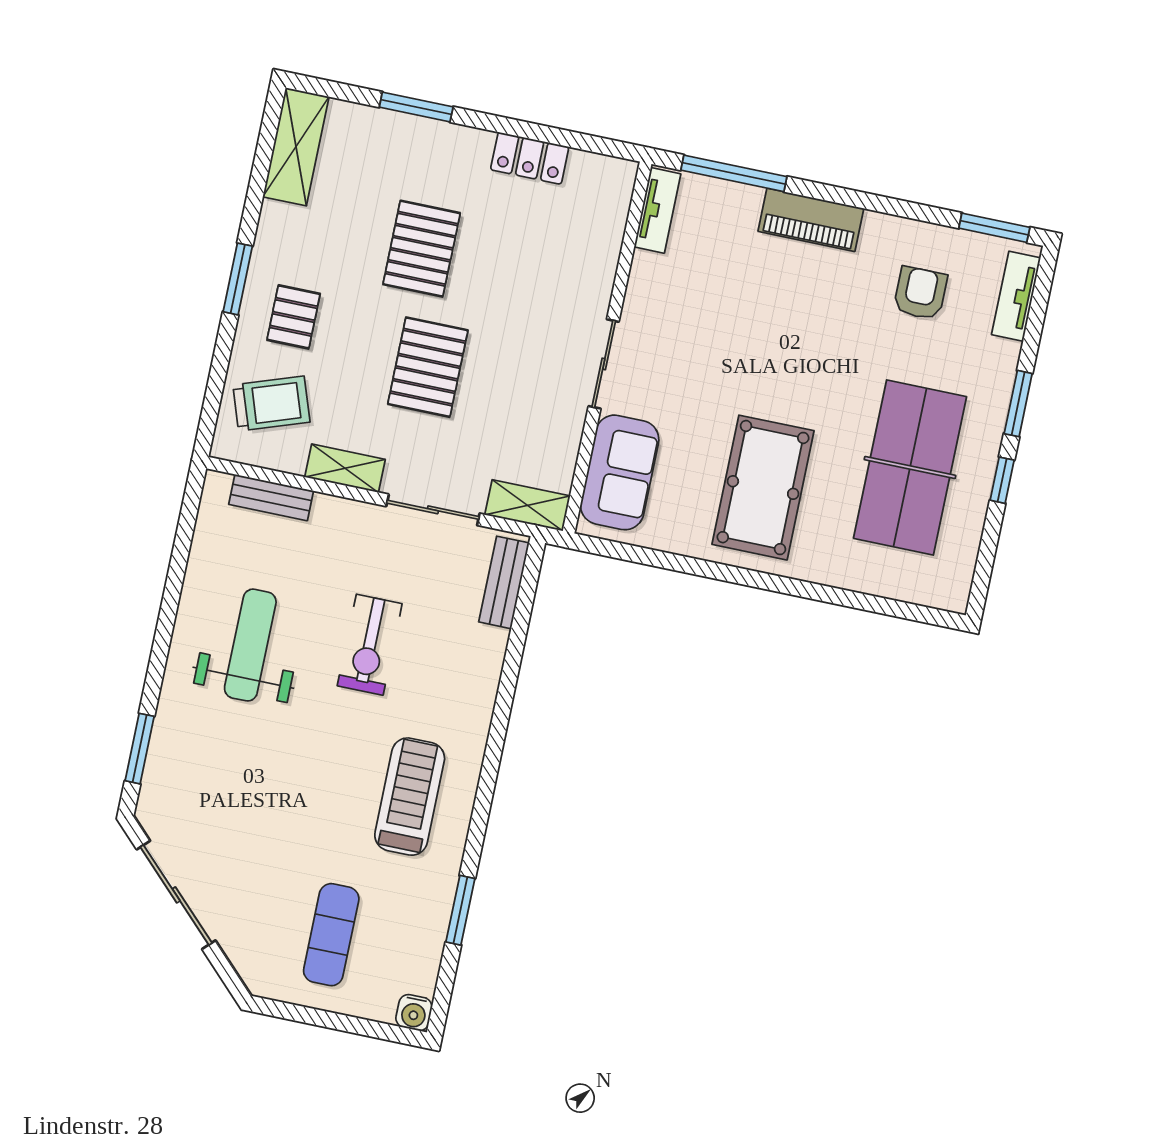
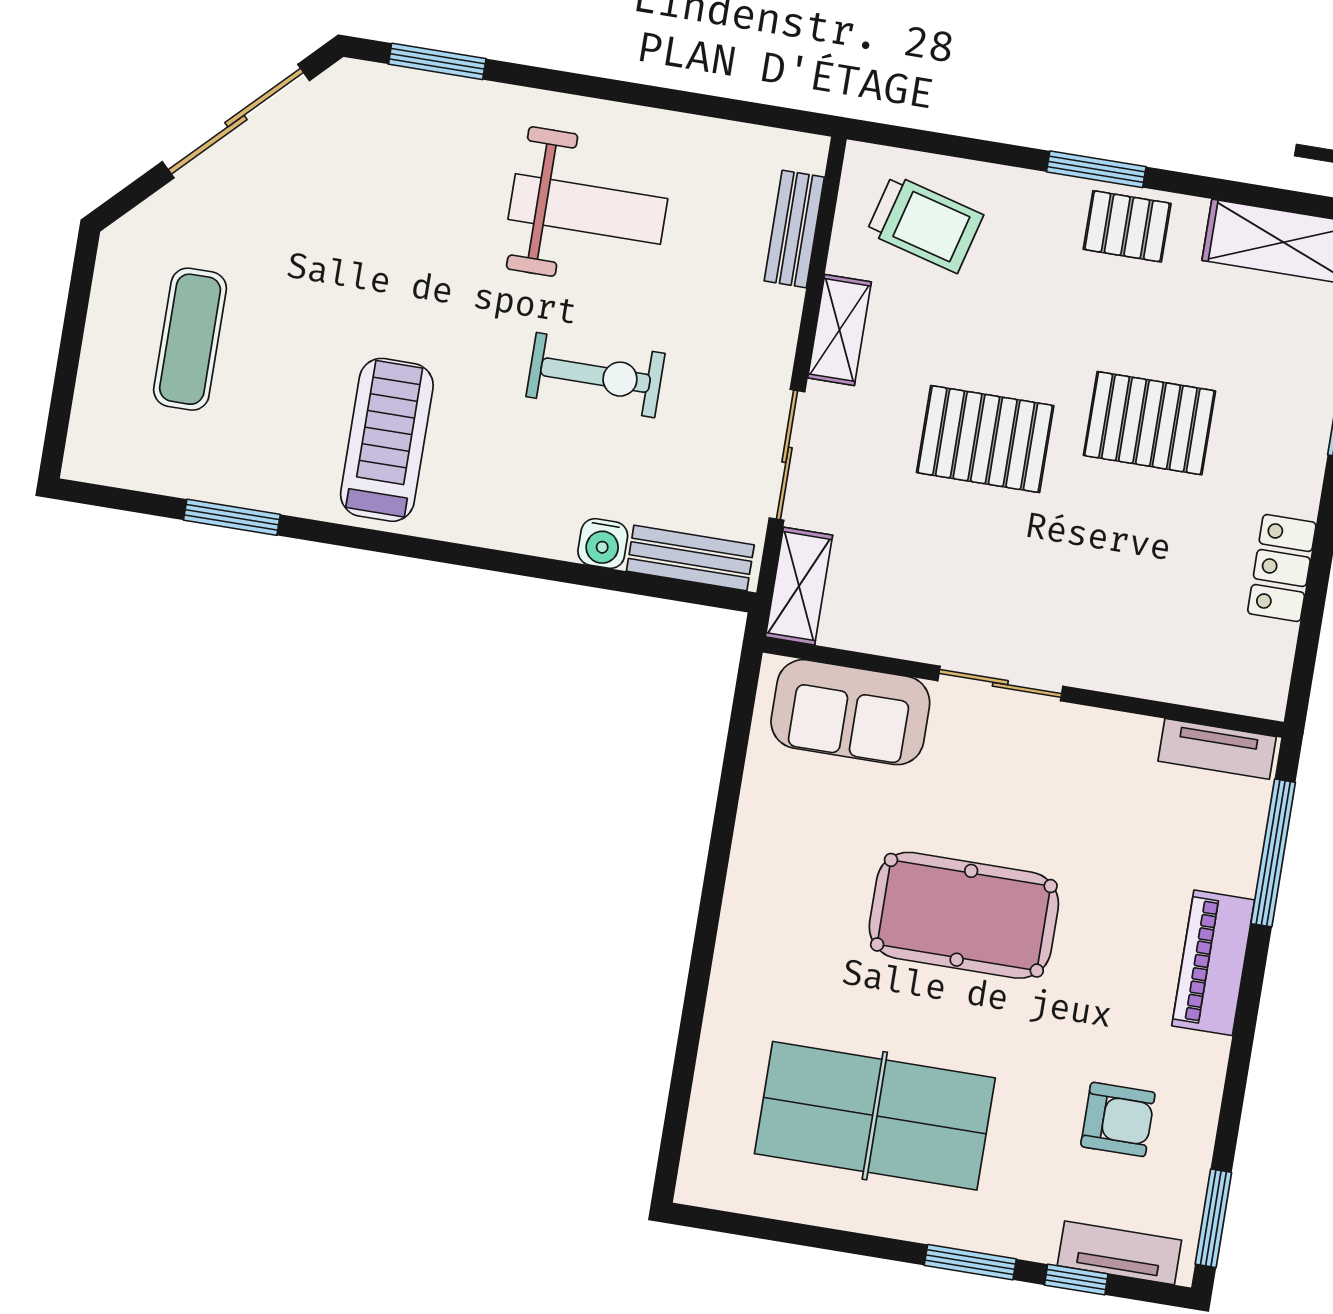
pallet: (294, 317) -> (1127, 226), moved
trolley: (271, 404) -> (925, 224), turned -56
window: (1002, 480) -> (1076, 1280), moved
pool table: (763, 488) -> (964, 915), moved
exercise bike: (370, 645) -> (596, 375), turned 180
treadmill: (410, 797) -> (387, 440), turned -90
exercise mat: (331, 935) -> (190, 339), turned 90
water cooler: (414, 1013) -> (603, 544), moved, turned -90

